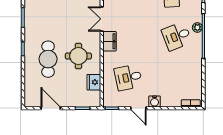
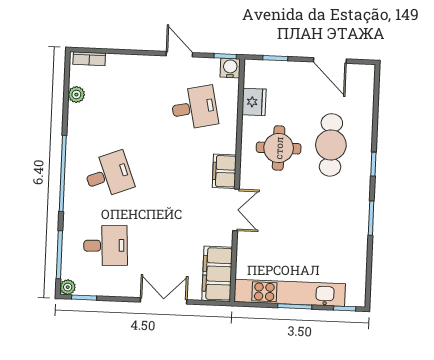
plant: (197, 28) -> (76, 95), moved
water cooler: (155, 101) -> (230, 68), moved

